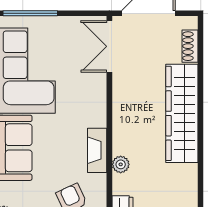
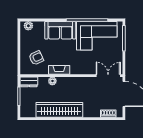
wardrobe: (182, 113) -> (59, 110), moved

